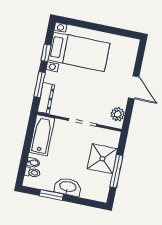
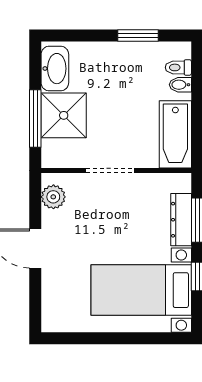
dresser: (46, 98) -> (181, 220), moved
window: (116, 171) -> (35, 119), moved
washbasin: (68, 187) -> (55, 69), moved, turned -90

